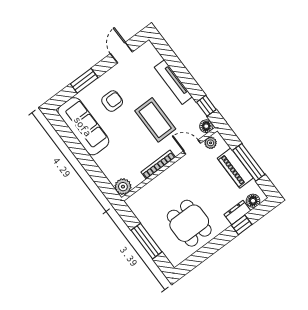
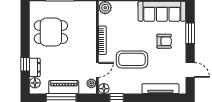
tv unit: (173, 82) -> (160, 89), moved
armchair: (112, 101) -> (164, 41), turned -90

